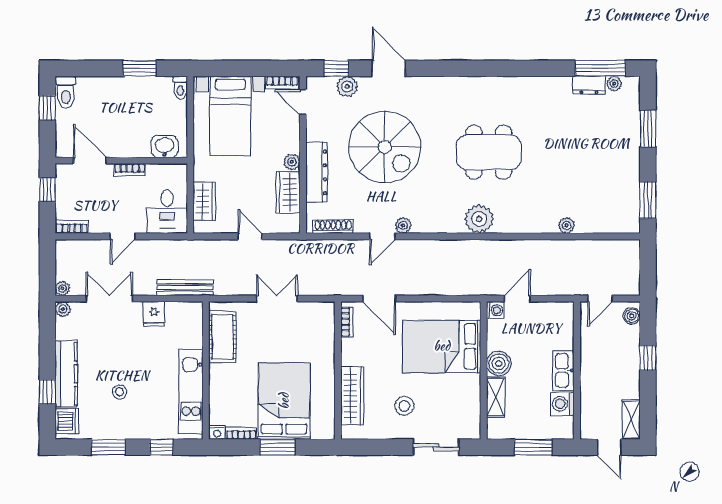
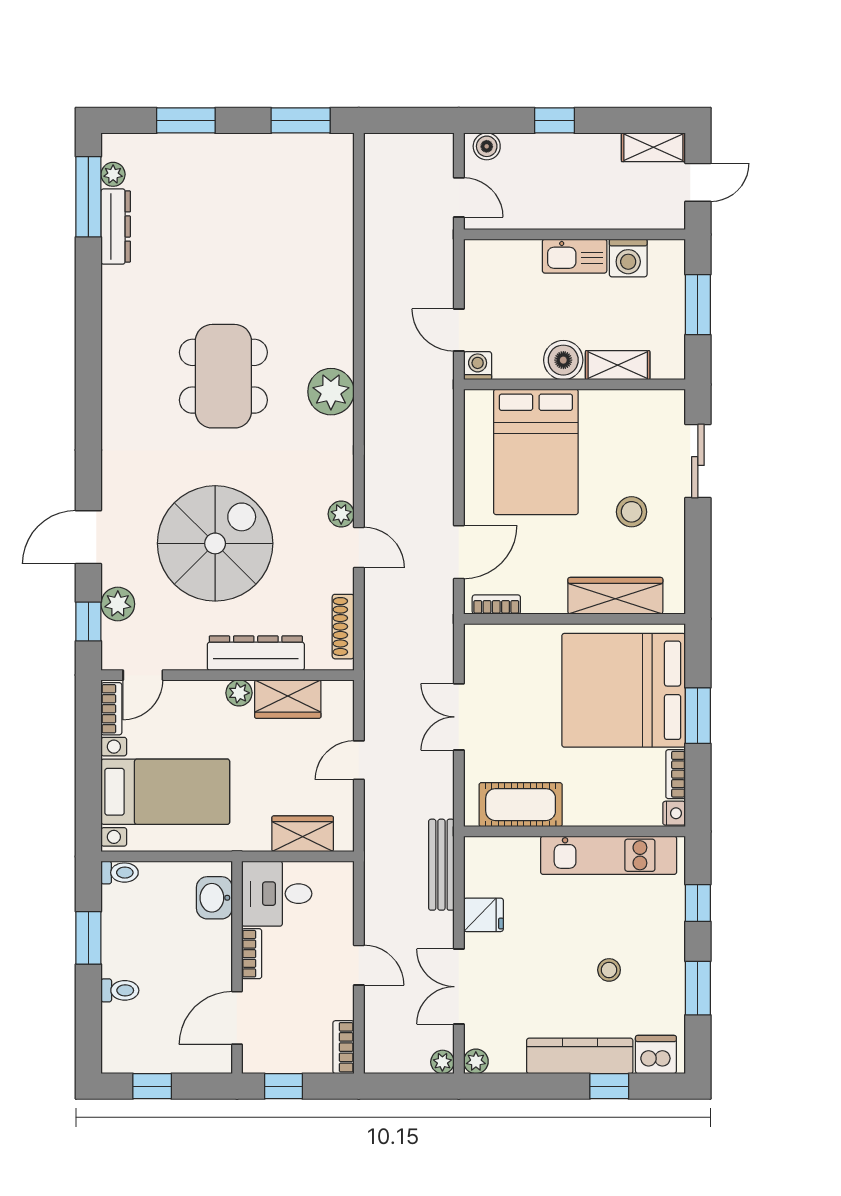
dresser: (589, 85) -> (116, 227), width x1.44
toilet: (66, 92) -> (120, 990), moved, width x0.73, depth x0.72
desk: (167, 212) -> (277, 894), moved, turned 180
plant: (567, 225) -> (341, 251), removed
bed: (284, 401) -> (624, 690), width x1.36

